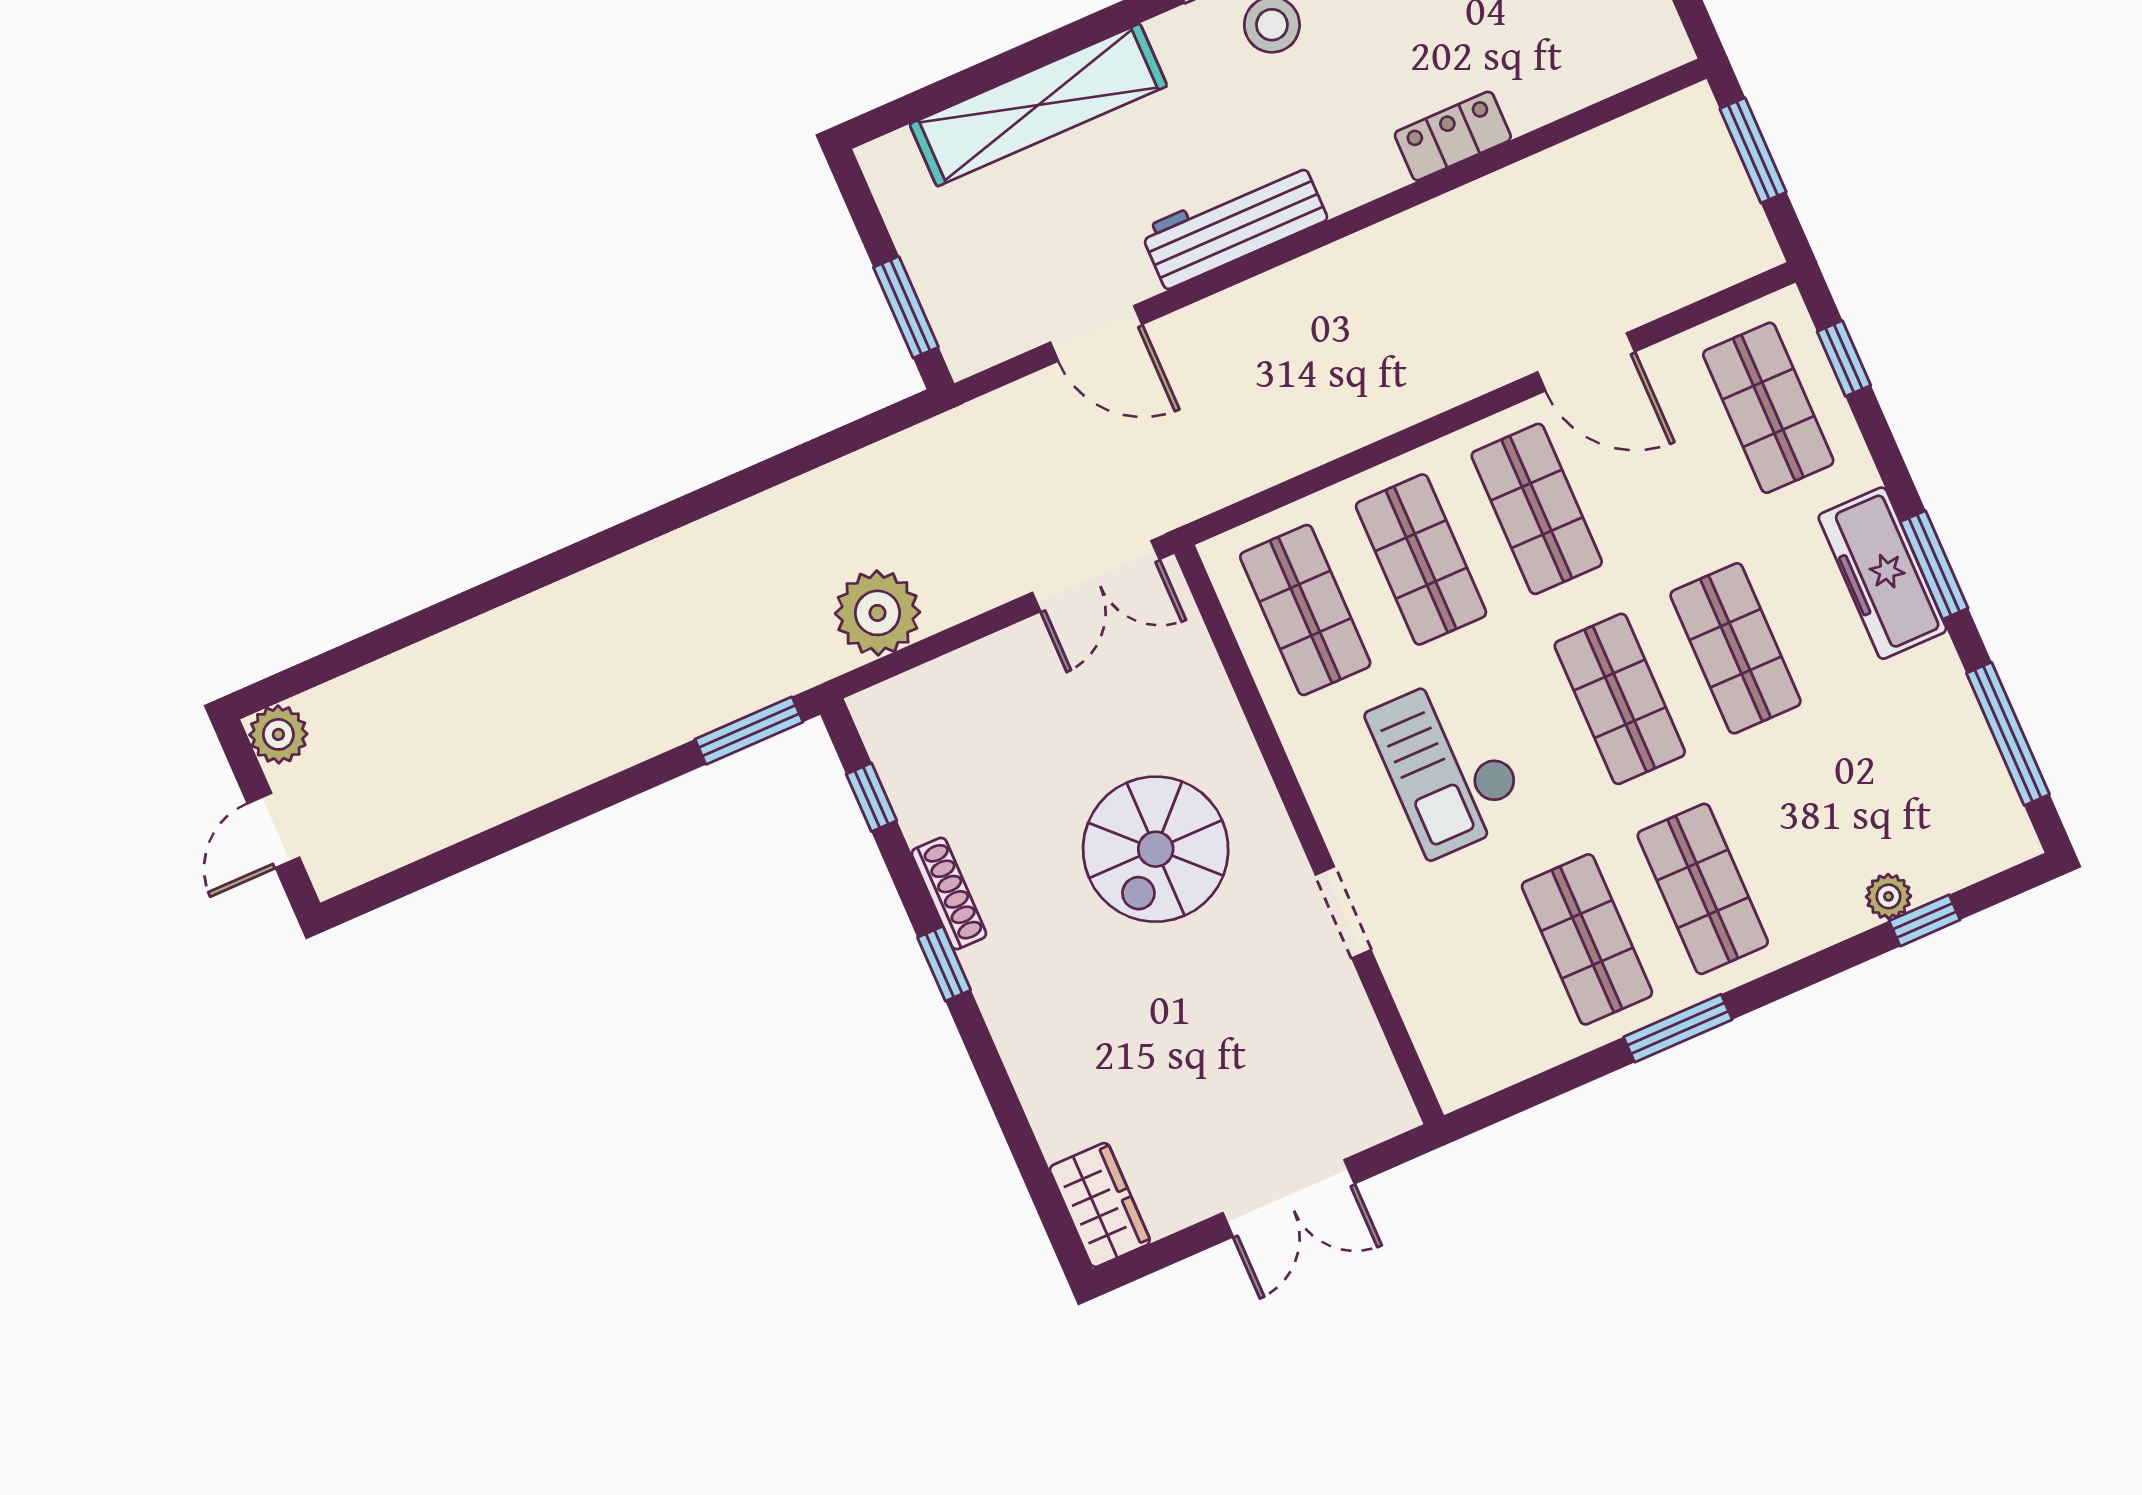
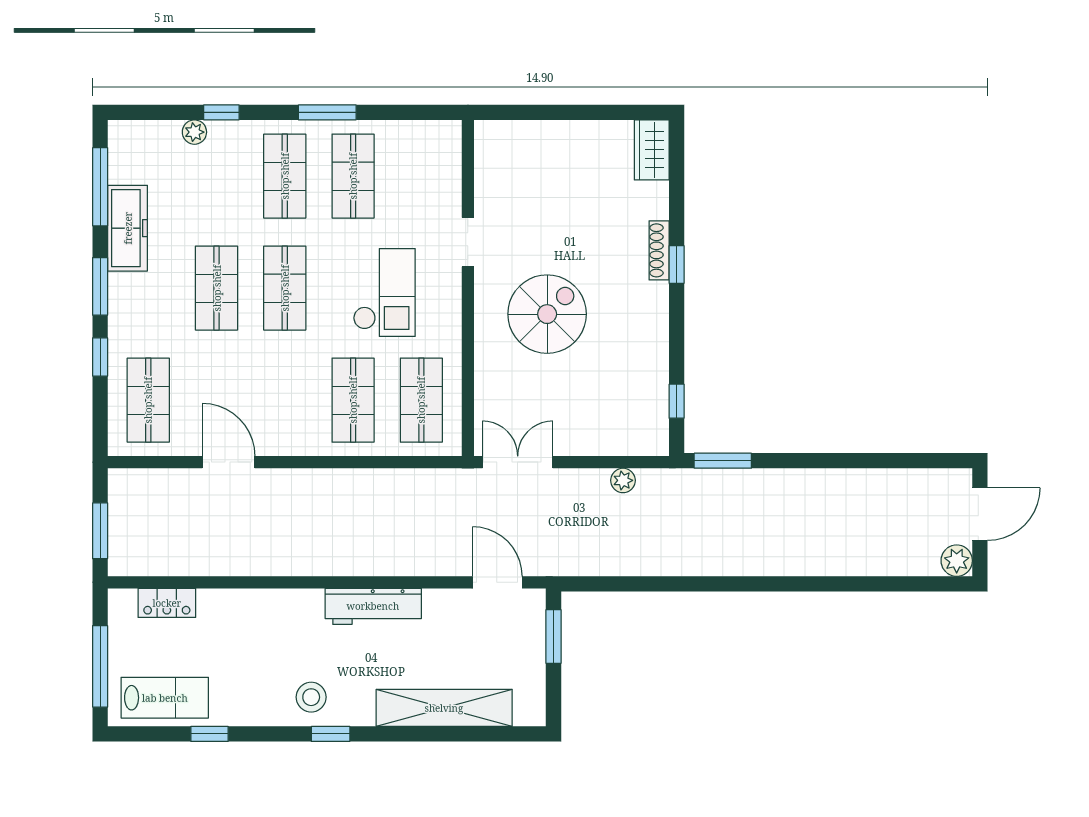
locker: (1453, 136) -> (167, 603), moved
door: (1096, 333) -> (497, 582), moved
window: (1844, 358) -> (100, 357), moved
shop shelf: (1537, 509) -> (285, 400), removed
freezer: (1882, 573) -> (128, 228), moved
plant: (877, 613) -> (623, 480), width x0.53, depth x0.53
door: (273, 830) -> (980, 514), width x1.38
shoe rack: (949, 894) -> (659, 250), moved
window: (1925, 920) -> (221, 112), moved
window: (944, 964) -> (677, 264), moved
double door: (1289, 1198) -> (557, 112), removed

